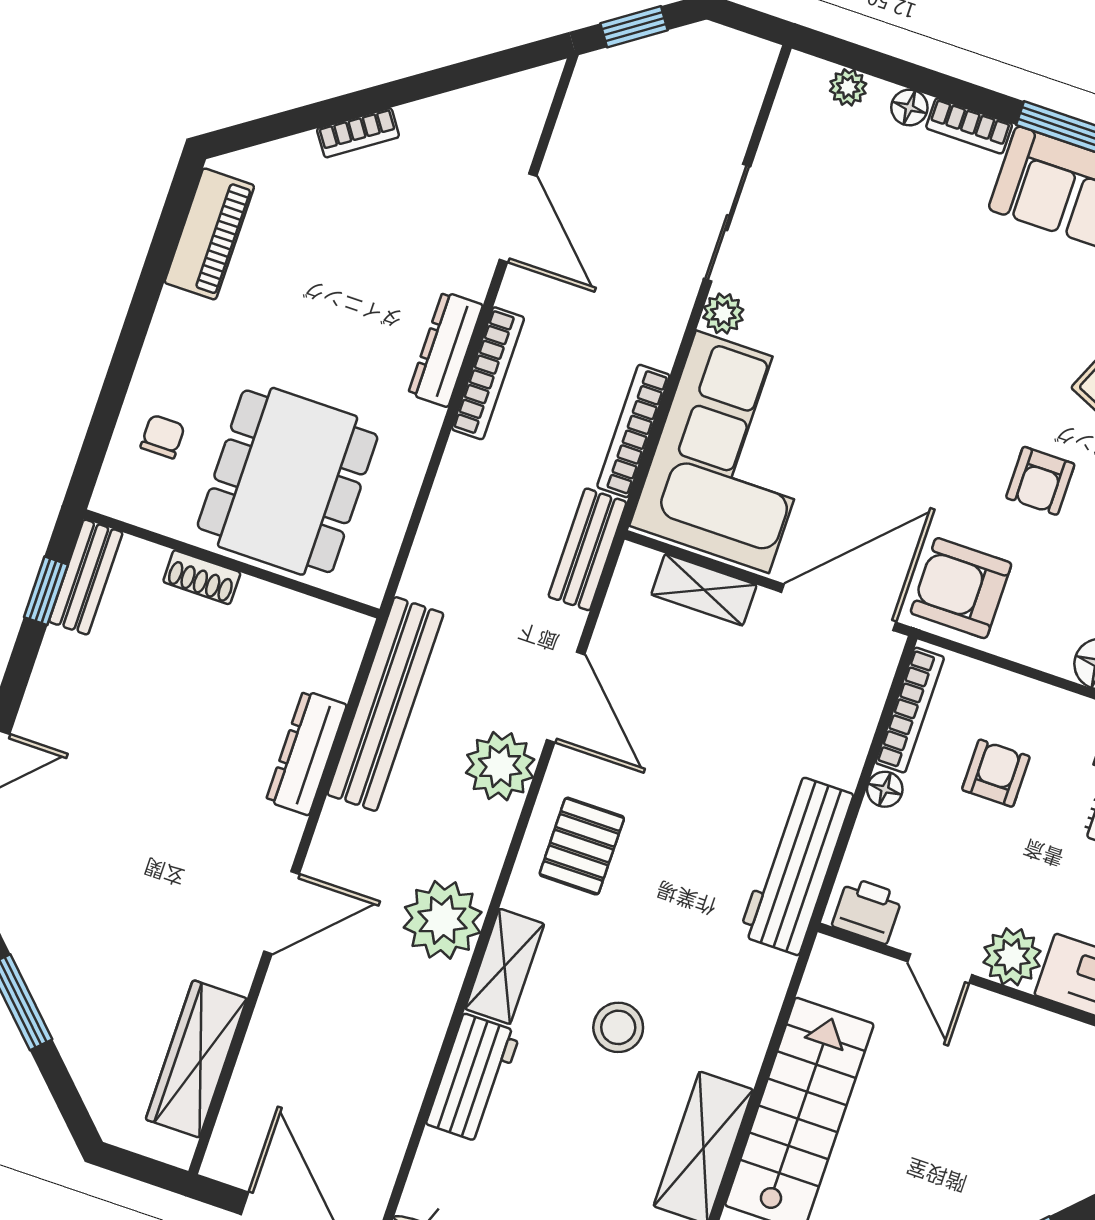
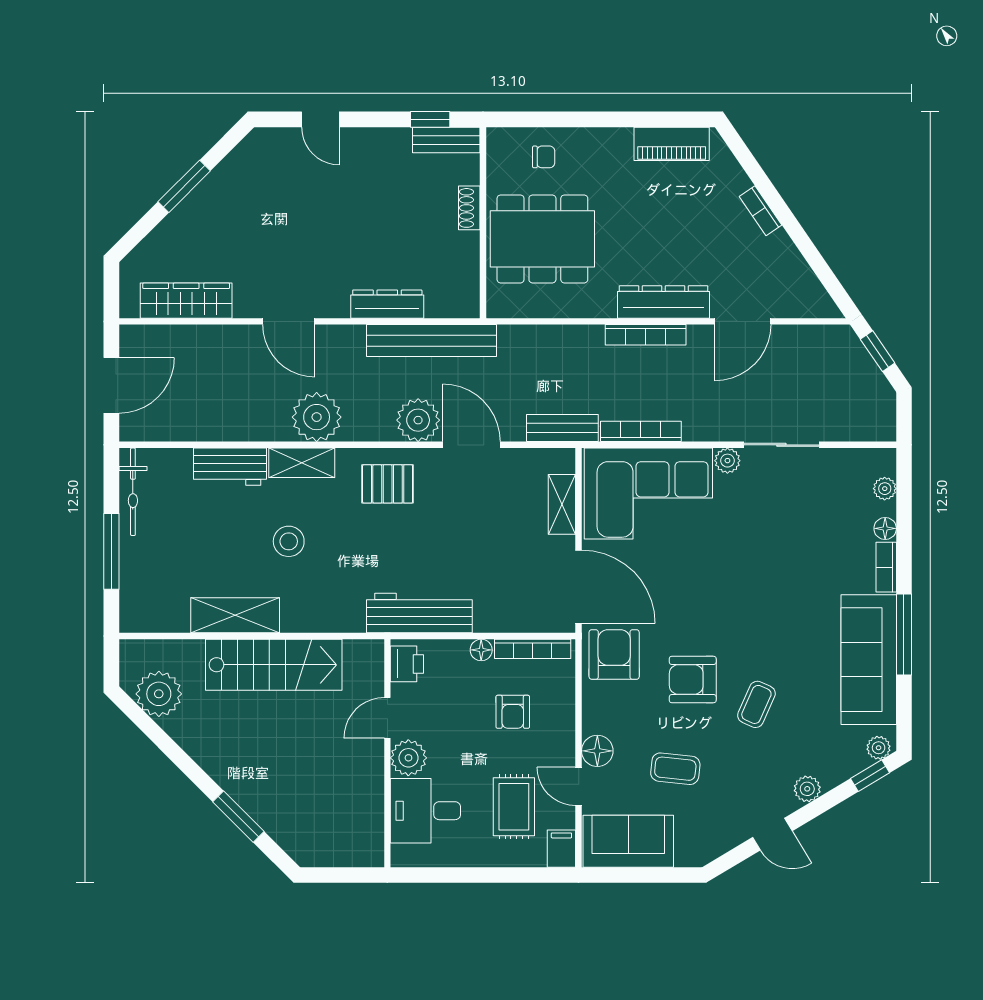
dresser: (446, 349) -> (663, 302), width x1.37, depth x1.24
armchair: (1040, 481) -> (693, 679), width x1.38, depth x1.38
door: (566, 697) -> (472, 445), swing flipped
armchair: (996, 773) -> (513, 712), turned 90

